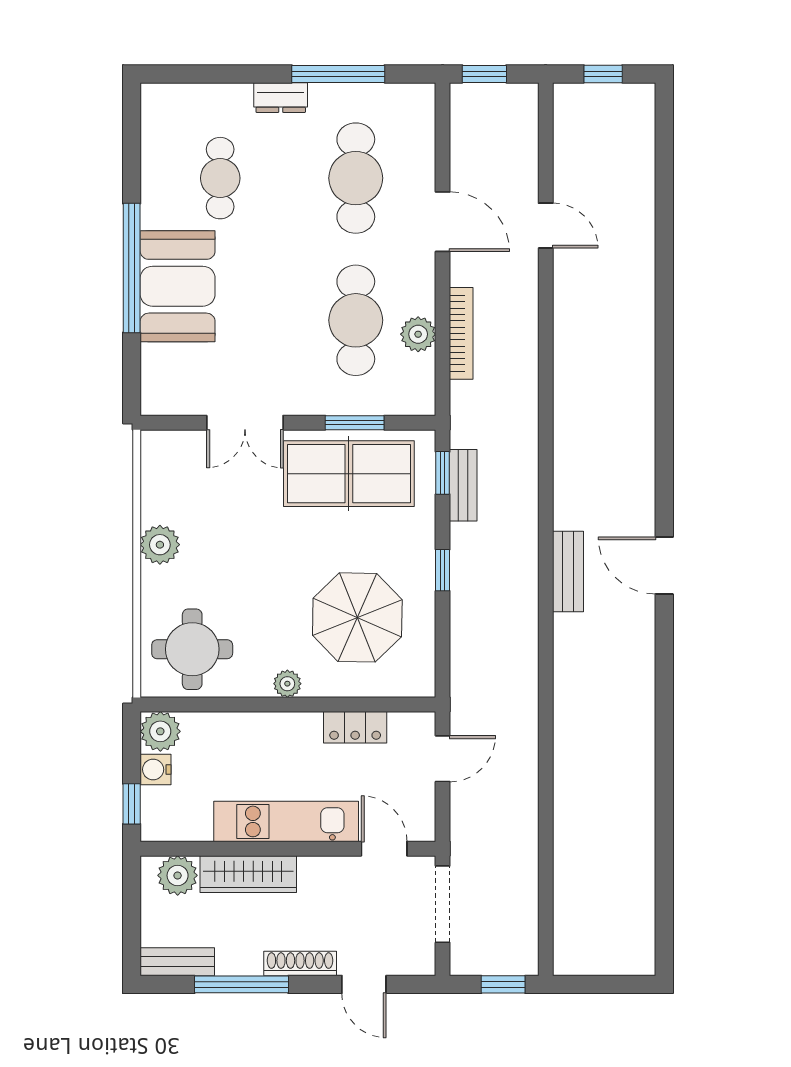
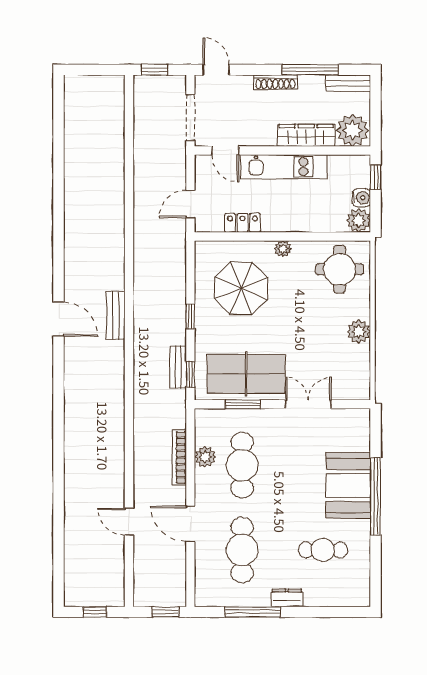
cafe table: (220, 178) -> (323, 550), turned 90
plant: (178, 875) -> (353, 130), width x1.36, depth x1.36
door: (364, 984) -> (216, 70), moved

